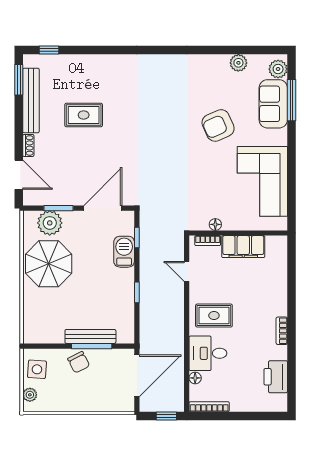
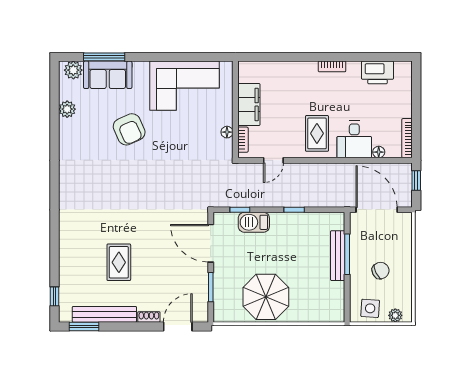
plant: (50, 223) -> (225, 296), removed
chair: (79, 362) -> (381, 271), moved

